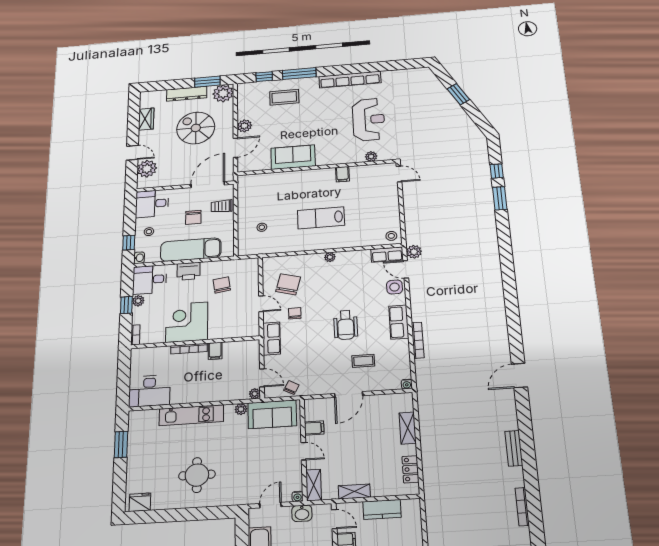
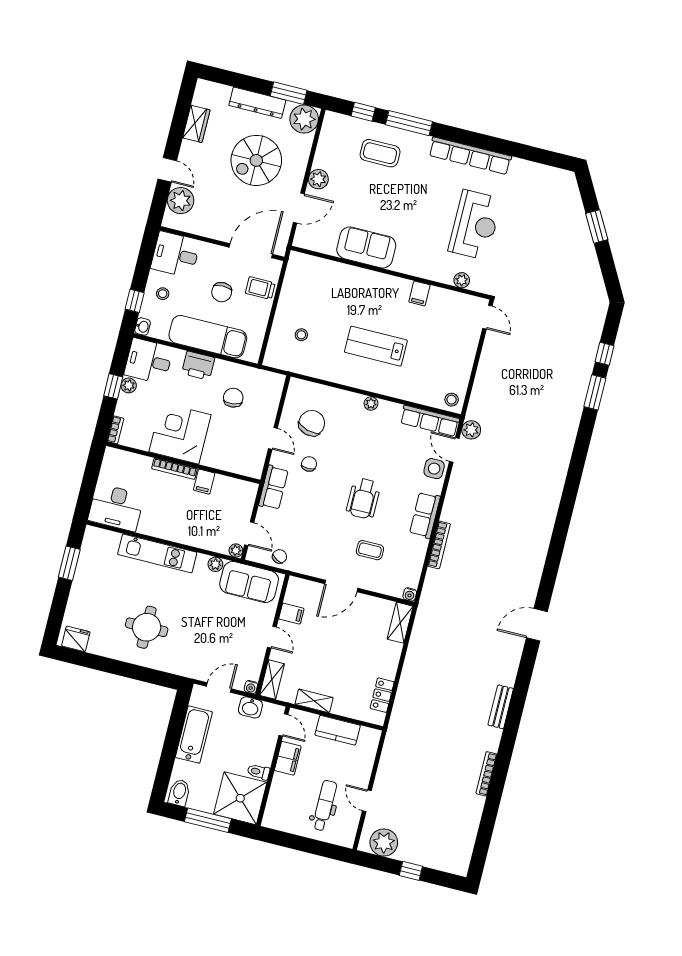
spiral stairs: (196, 128) -> (256, 160), turned -90
row of seats: (387, 255) -> (430, 421), width x1.48
shelving: (408, 428) -> (400, 623), moved

